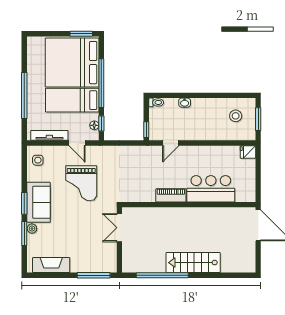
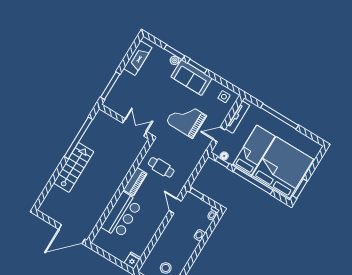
cafe table: (142, 179) -> (161, 167), added

